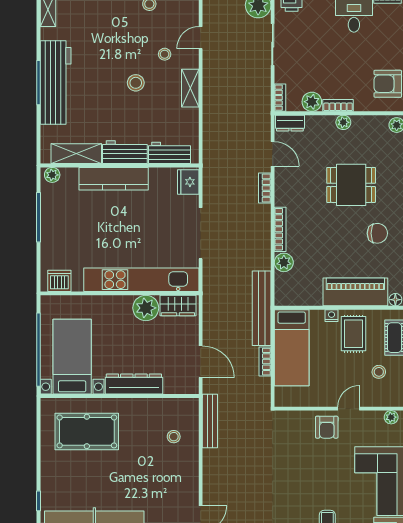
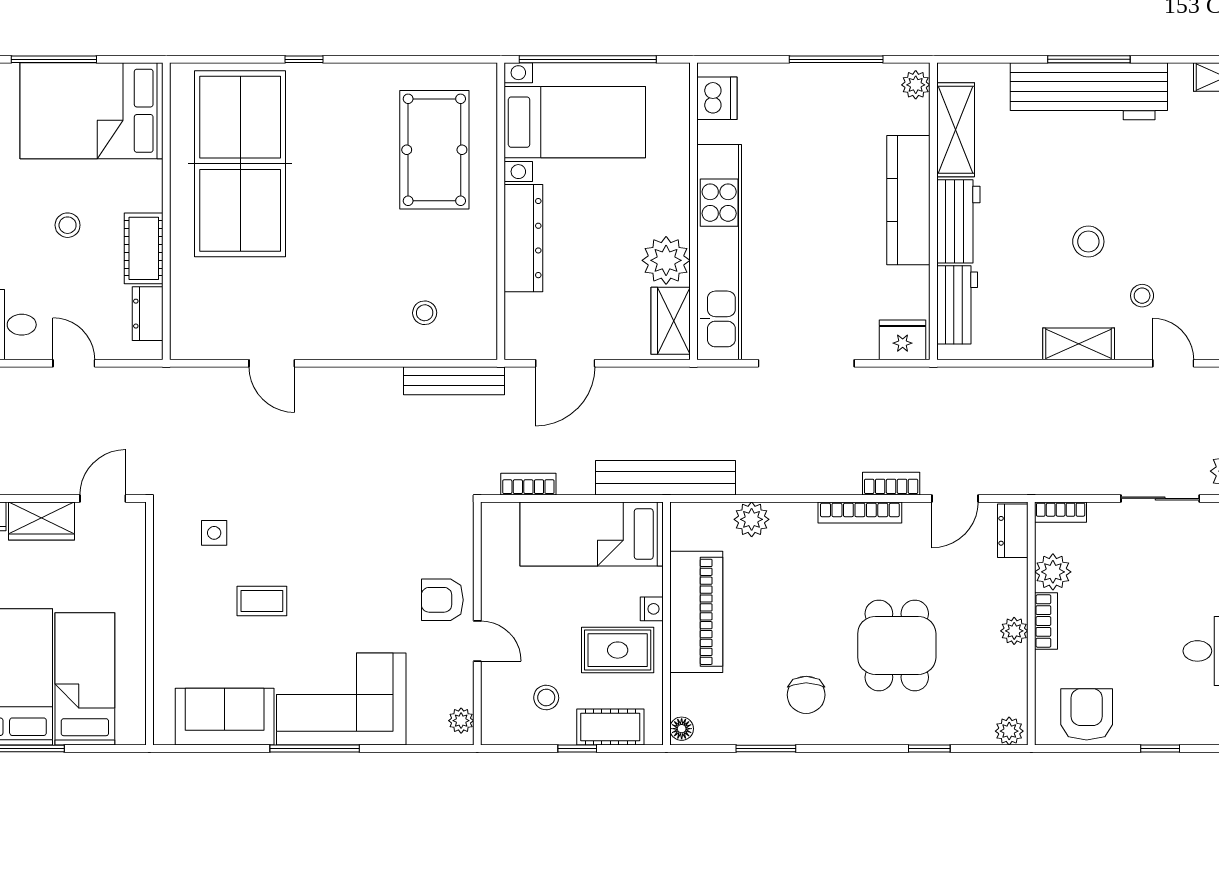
bookcase: (280, 229) -> (860, 513), moved
piano: (355, 292) -> (696, 612), moved
bookcase: (265, 362) -> (528, 484), moved

